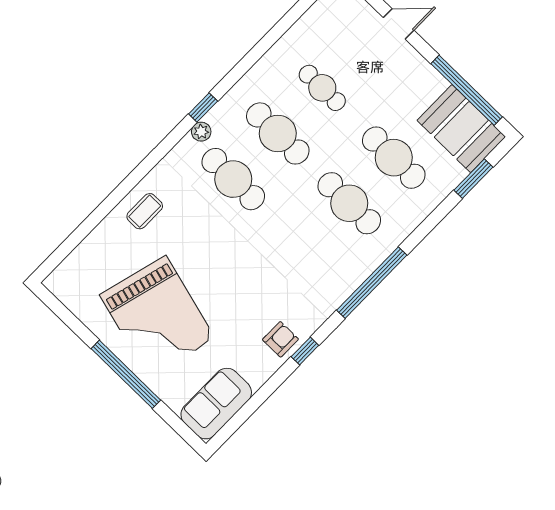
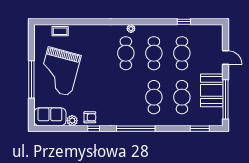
cafe table: (322, 88) -> (182, 53), width x1.37, depth x1.35
window: (203, 107) -> (184, 22), moved
booth: (461, 129) -> (212, 90), moved
coffee table: (145, 211) -> (60, 31), moved
plant: (258, 373) -> (72, 121), added

